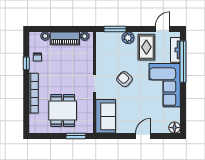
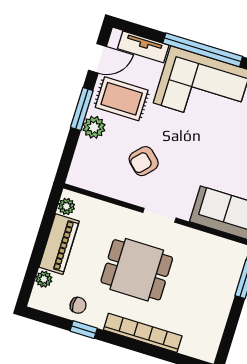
window: (115, 29) -> (82, 109), moved
door: (163, 29) -> (97, 58), swing flipped
window: (183, 62) -> (203, 50), moved
armchair: (125, 79) -> (144, 161), moved
dining table: (63, 110) -> (137, 270), moved

